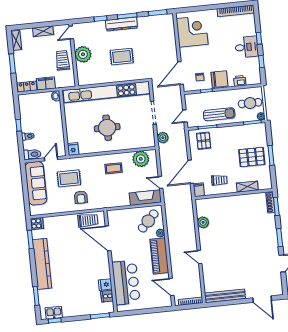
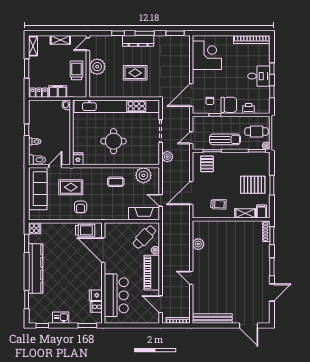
filing cabinet: (199, 190) -> (261, 212), moved
kitchen sink: (54, 313) -> (61, 318), moved

